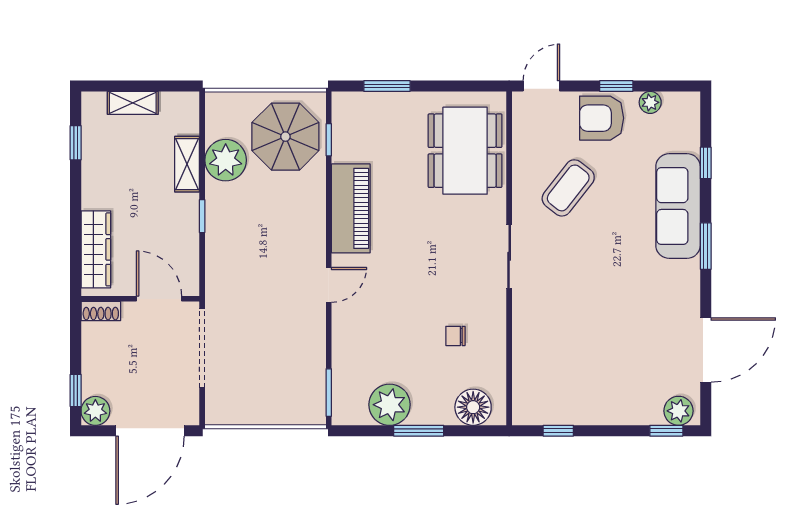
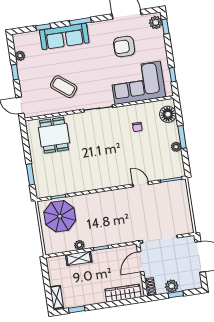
shelving: (133, 103) -> (57, 297), moved
armchair: (602, 118) -> (124, 46), moved, turned 90
dining table: (465, 151) -> (54, 135), width x0.73
plant: (226, 160) -> (79, 245), width x0.53, depth x0.53
piano: (351, 208) -> (87, 182), removed
door: (329, 285) -> (141, 184), moved
corner sofa: (552, 351) -> (138, 83), added
window: (76, 390) -> (176, 294), moved
plant: (390, 405) -> (176, 147), width x0.53, depth x0.53
plant: (95, 411) -> (172, 286), moved

